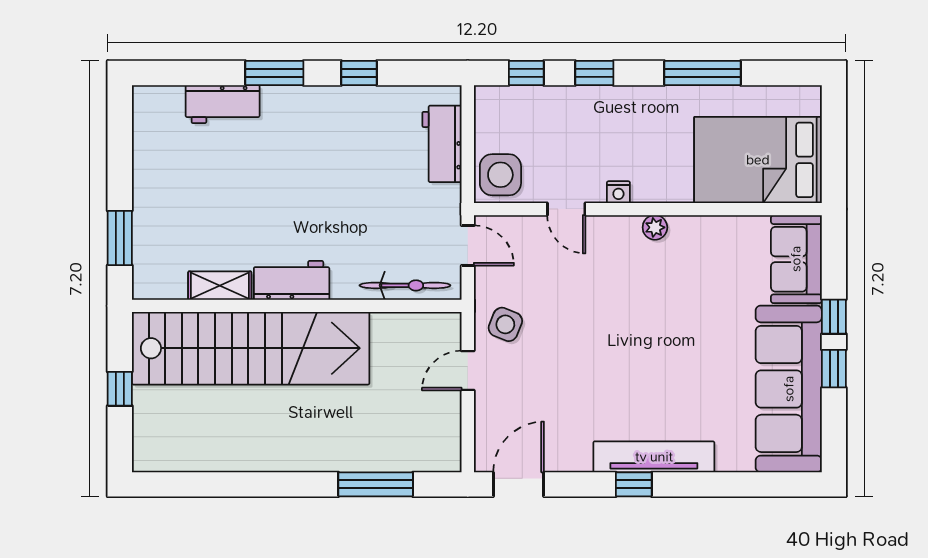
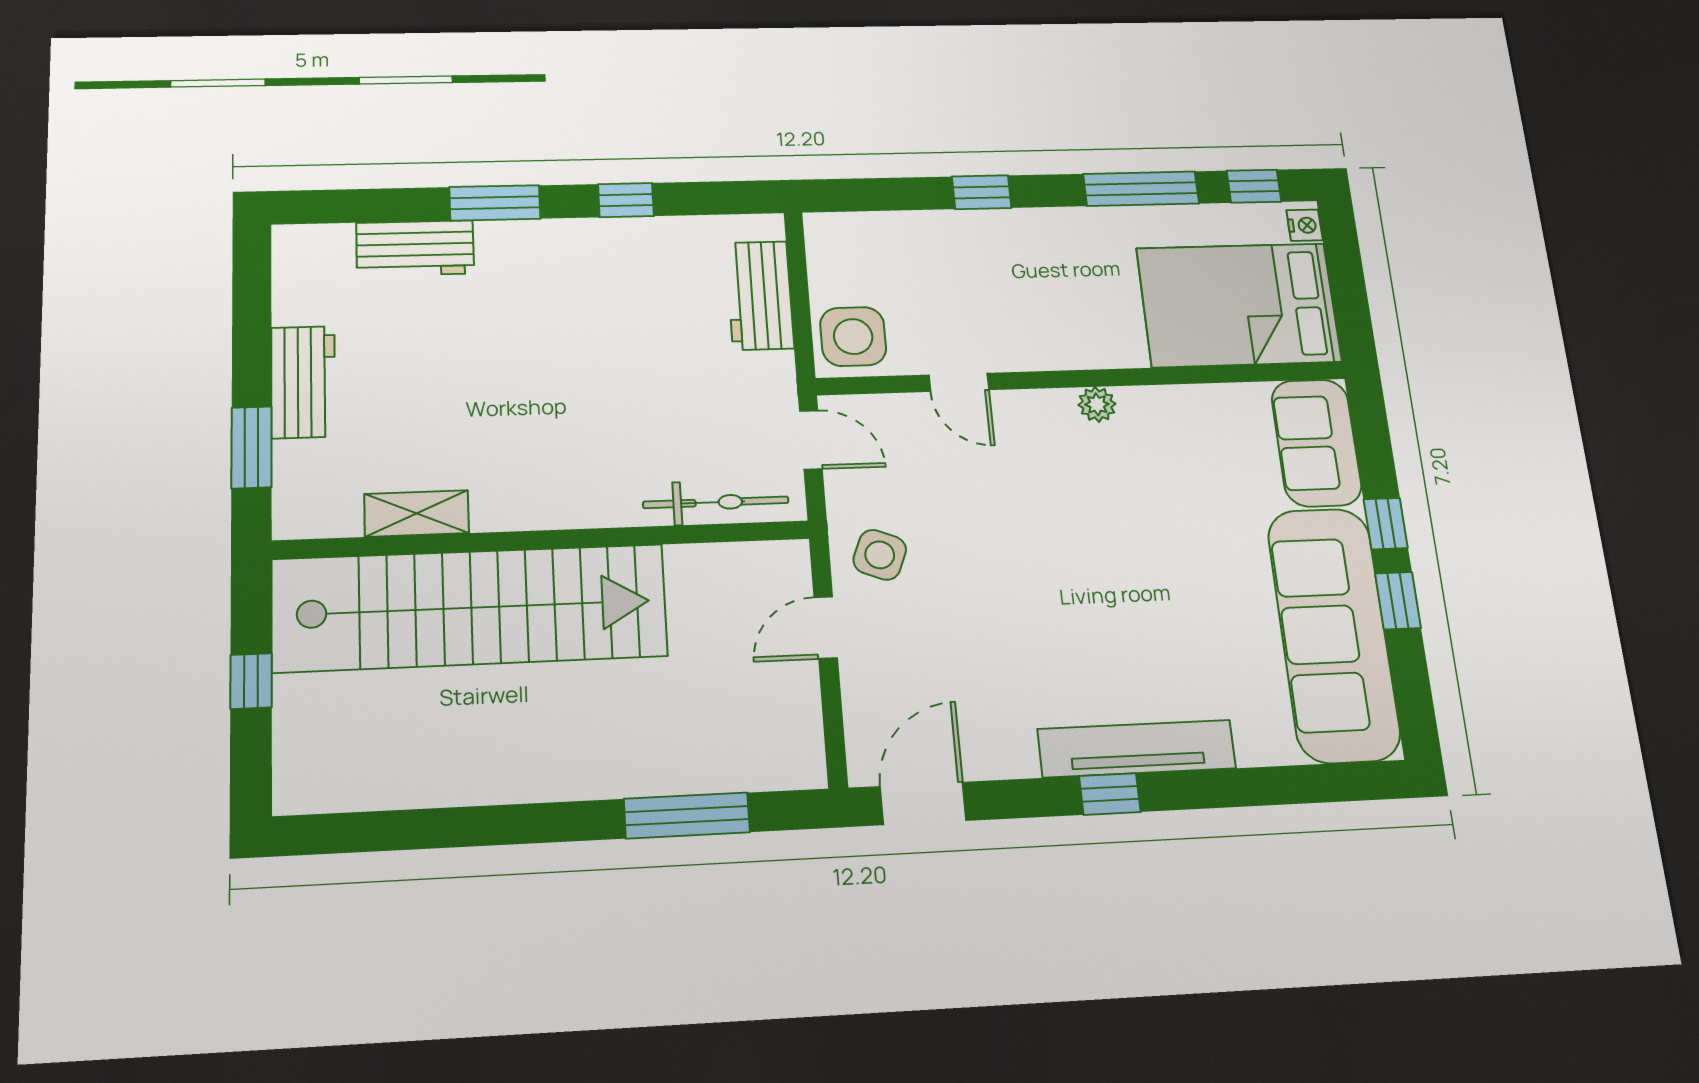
window: (526, 73) -> (1254, 186), moved
nightstand: (618, 192) -> (1305, 225), moved, turned -90
workbench: (292, 280) -> (303, 382), moved, turned 90

